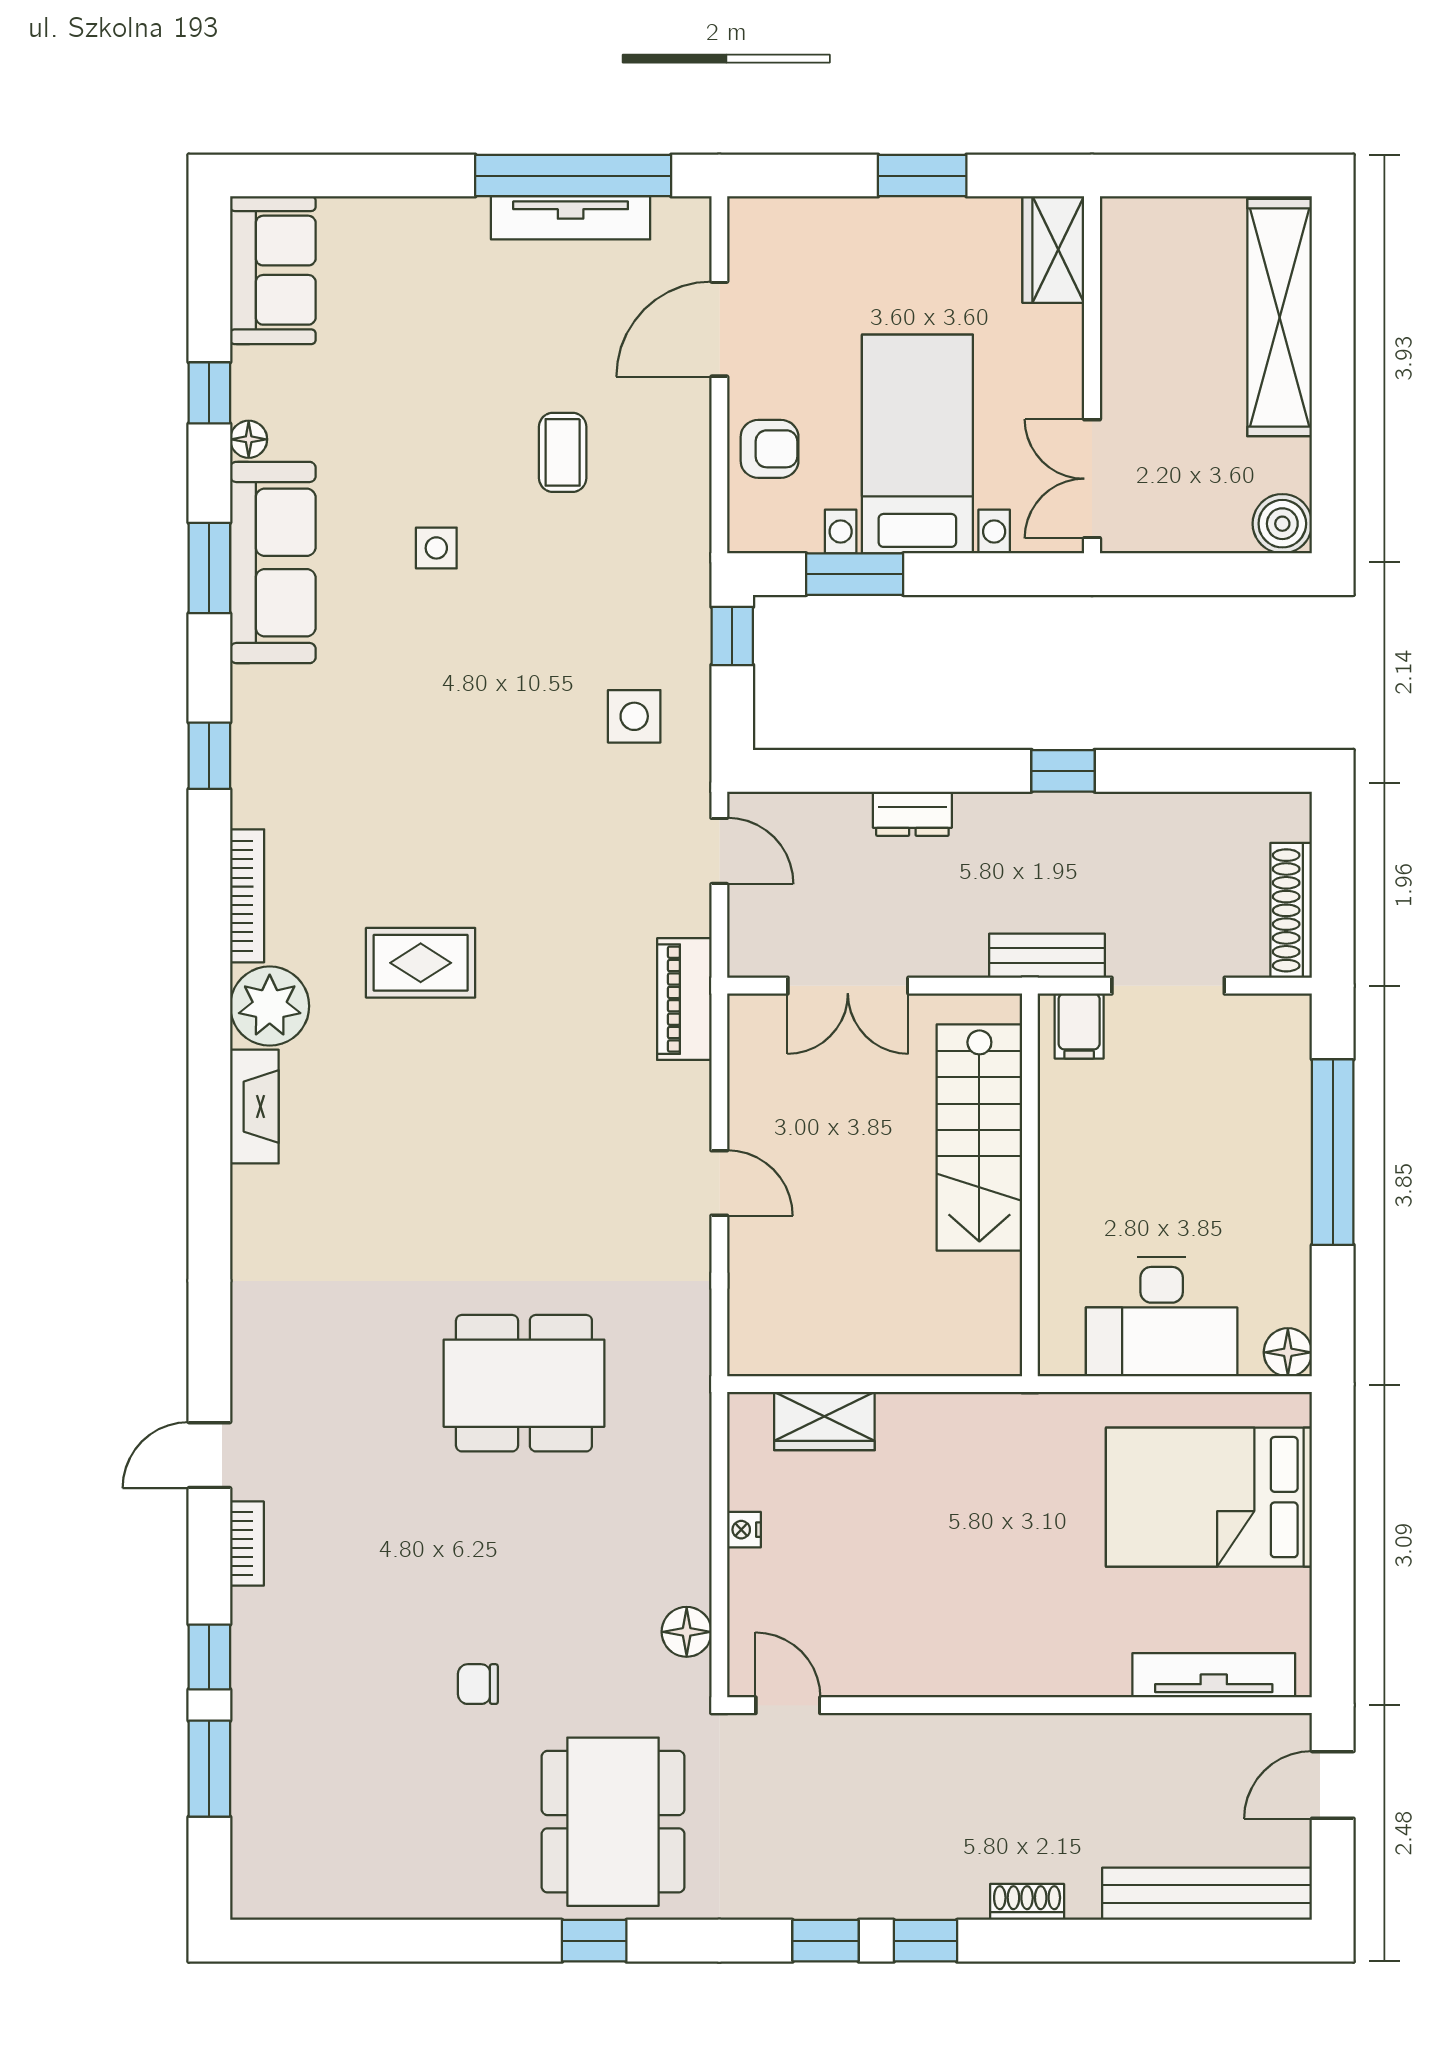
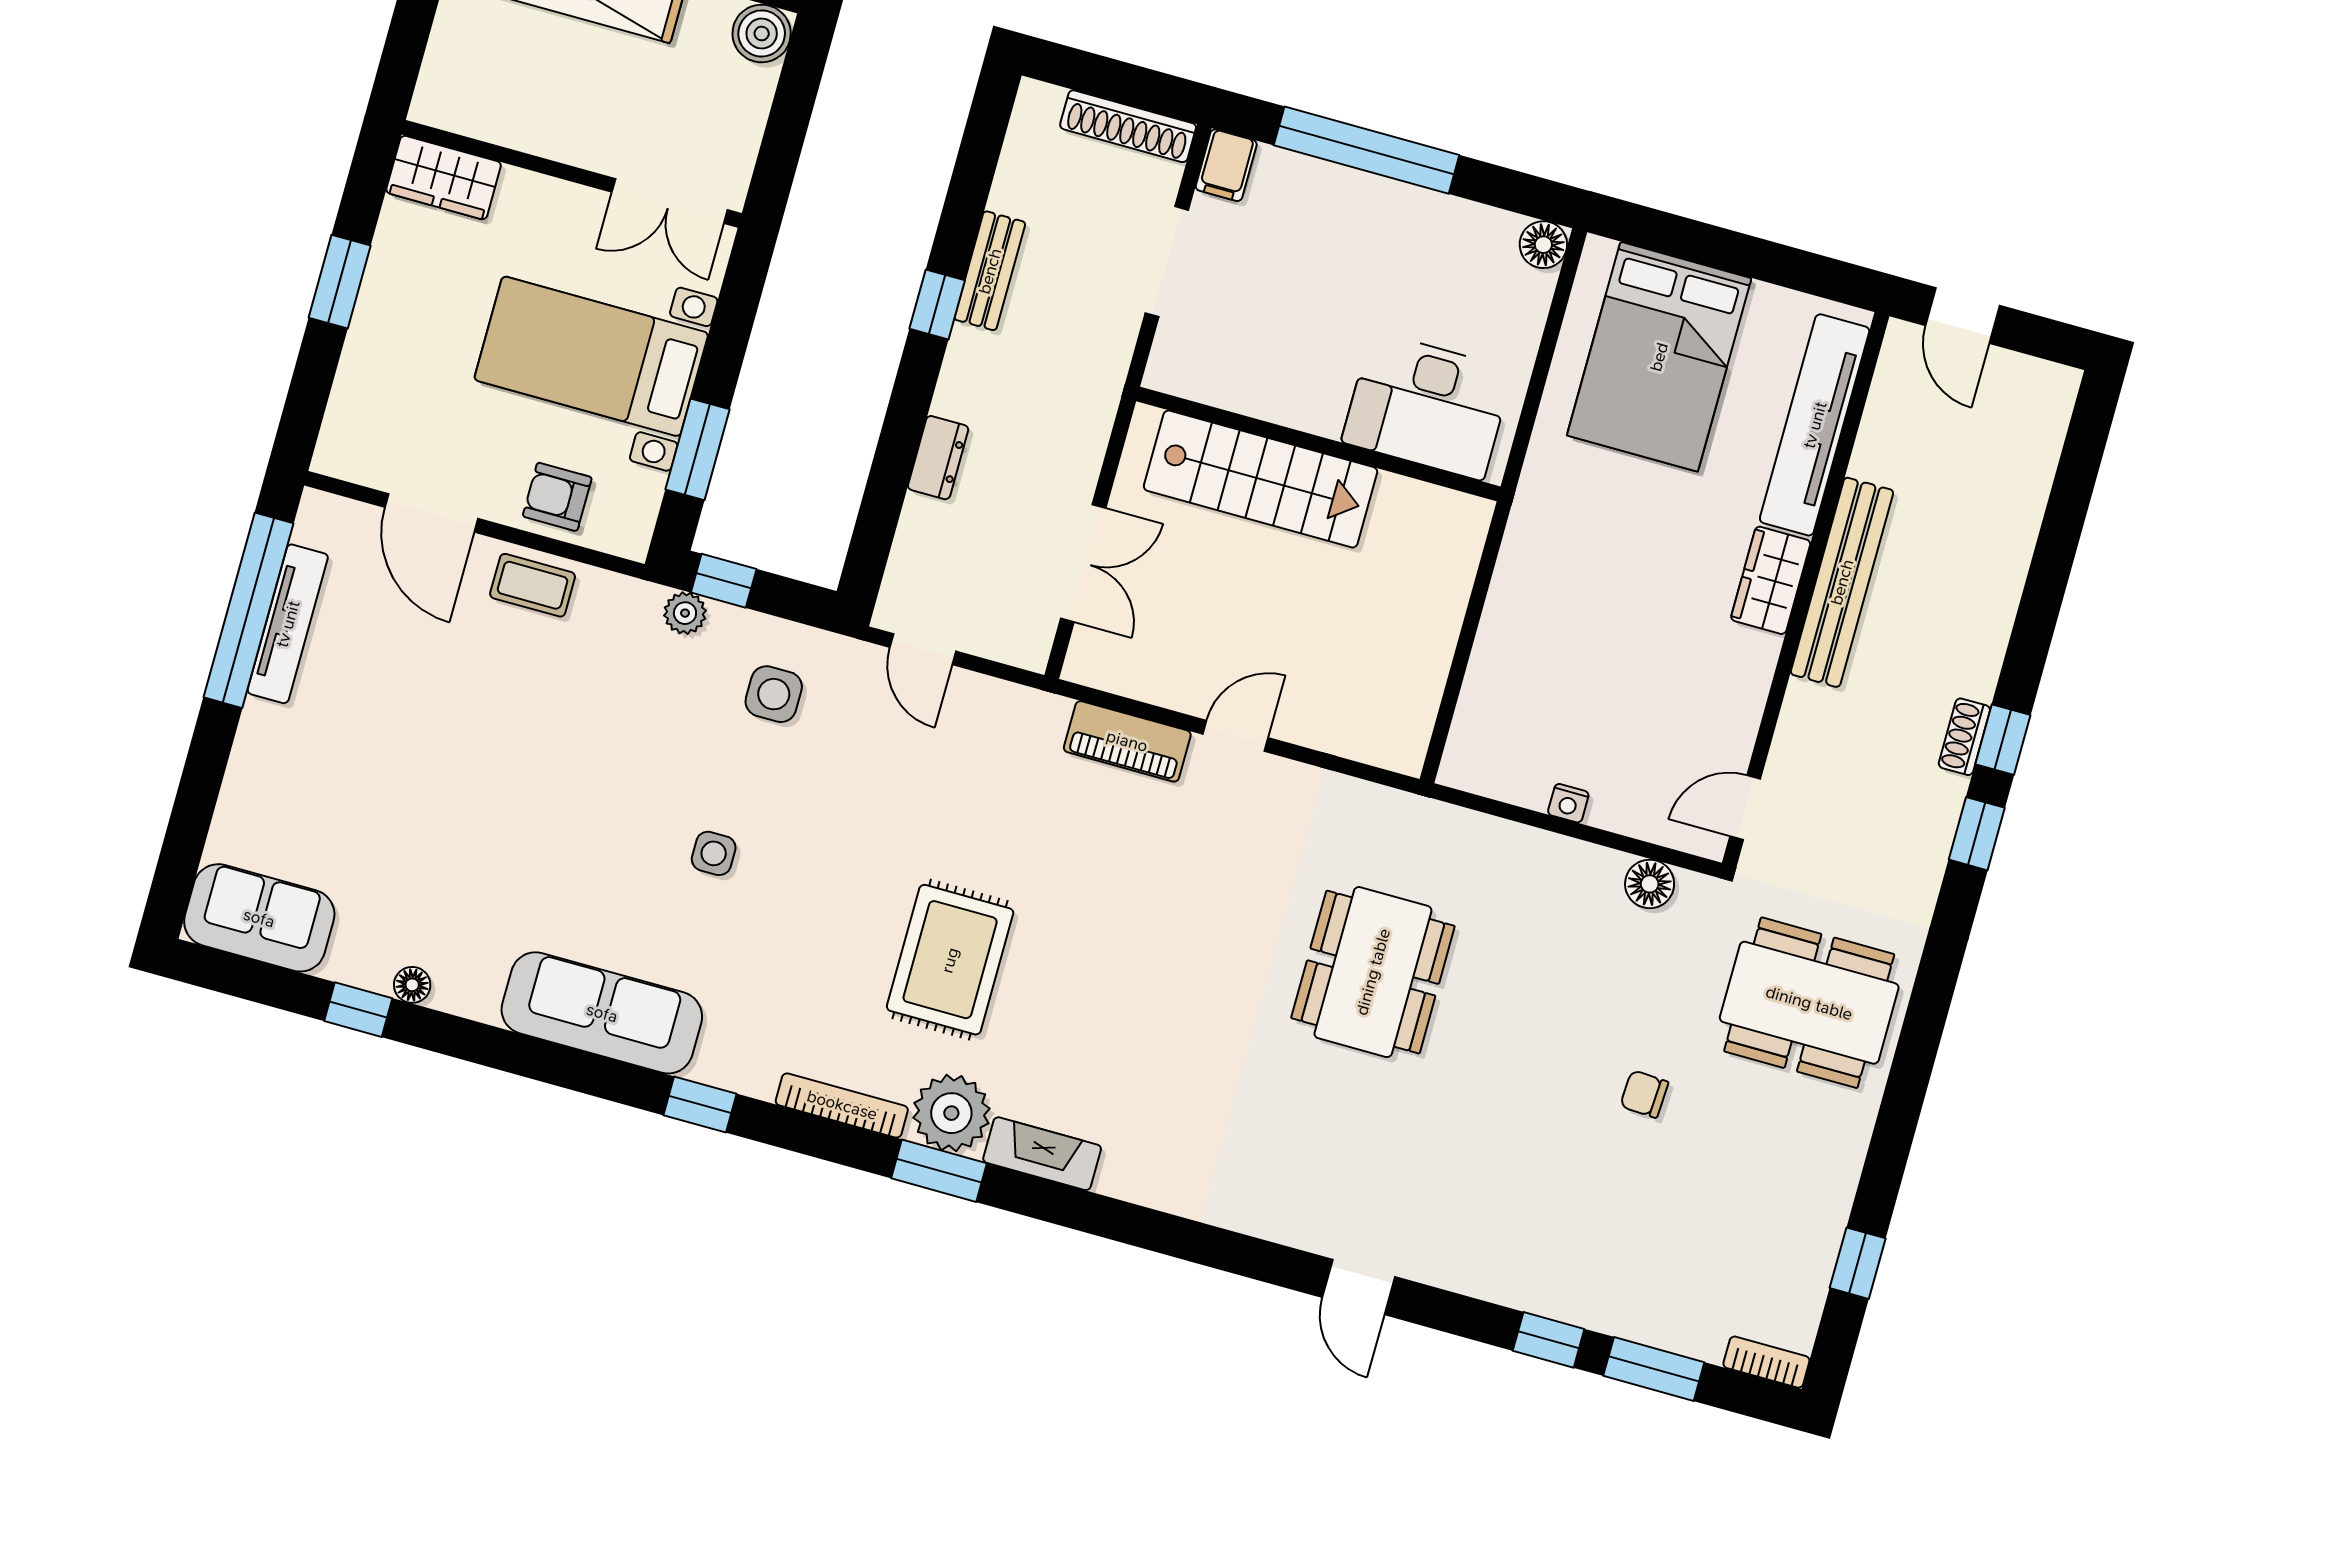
armchair: (770, 449) -> (557, 497), turned -90
coffee table: (563, 452) -> (533, 585), moved
side table: (436, 548) -> (714, 853), moved
sofa: (273, 563) -> (602, 1013), moved
window: (209, 568) -> (939, 1171), moved
plant: (690, 607) -> (685, 613), added
door: (719, 851) -> (923, 649), swing flipped
bench: (1047, 956) -> (990, 271), moved
rug: (421, 963) -> (950, 960), width x1.36, depth x1.43
piano: (684, 999) -> (1127, 741), moved
filing cabinet: (1079, 1026) -> (1226, 165), moved, turned 90
desk: (1162, 1317) -> (1427, 406), moved, turned 90
wardrobe: (824, 1421) -> (1771, 580), moved, turned 180
bookcase: (247, 1544) -> (1766, 1362), moved
tv unit: (1214, 1675) -> (1815, 425), width x1.36, depth x1.29
chair: (478, 1684) -> (1644, 1094), turned 93
bench: (1207, 1894) -> (1842, 582), moved
shoe rack: (1027, 1902) -> (1964, 737), moved
window: (594, 1941) -> (1858, 1263), moved

